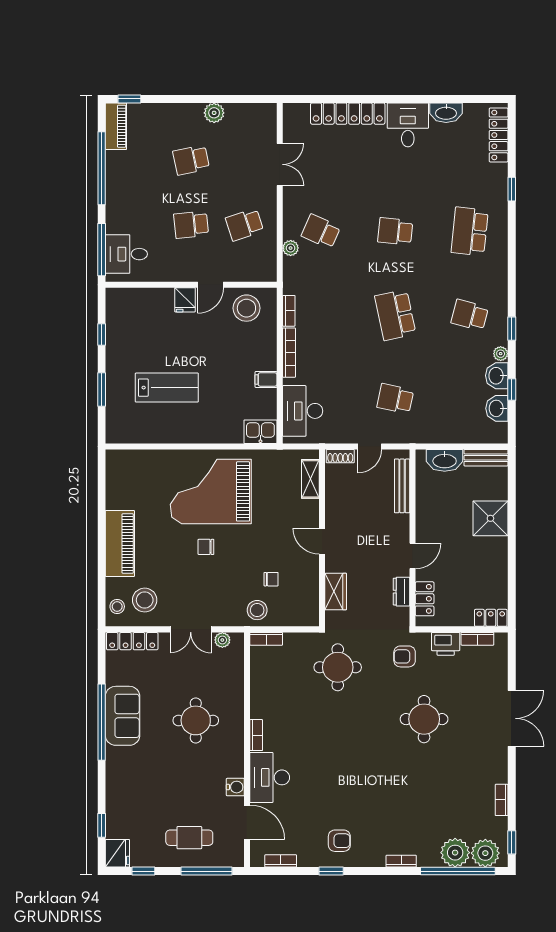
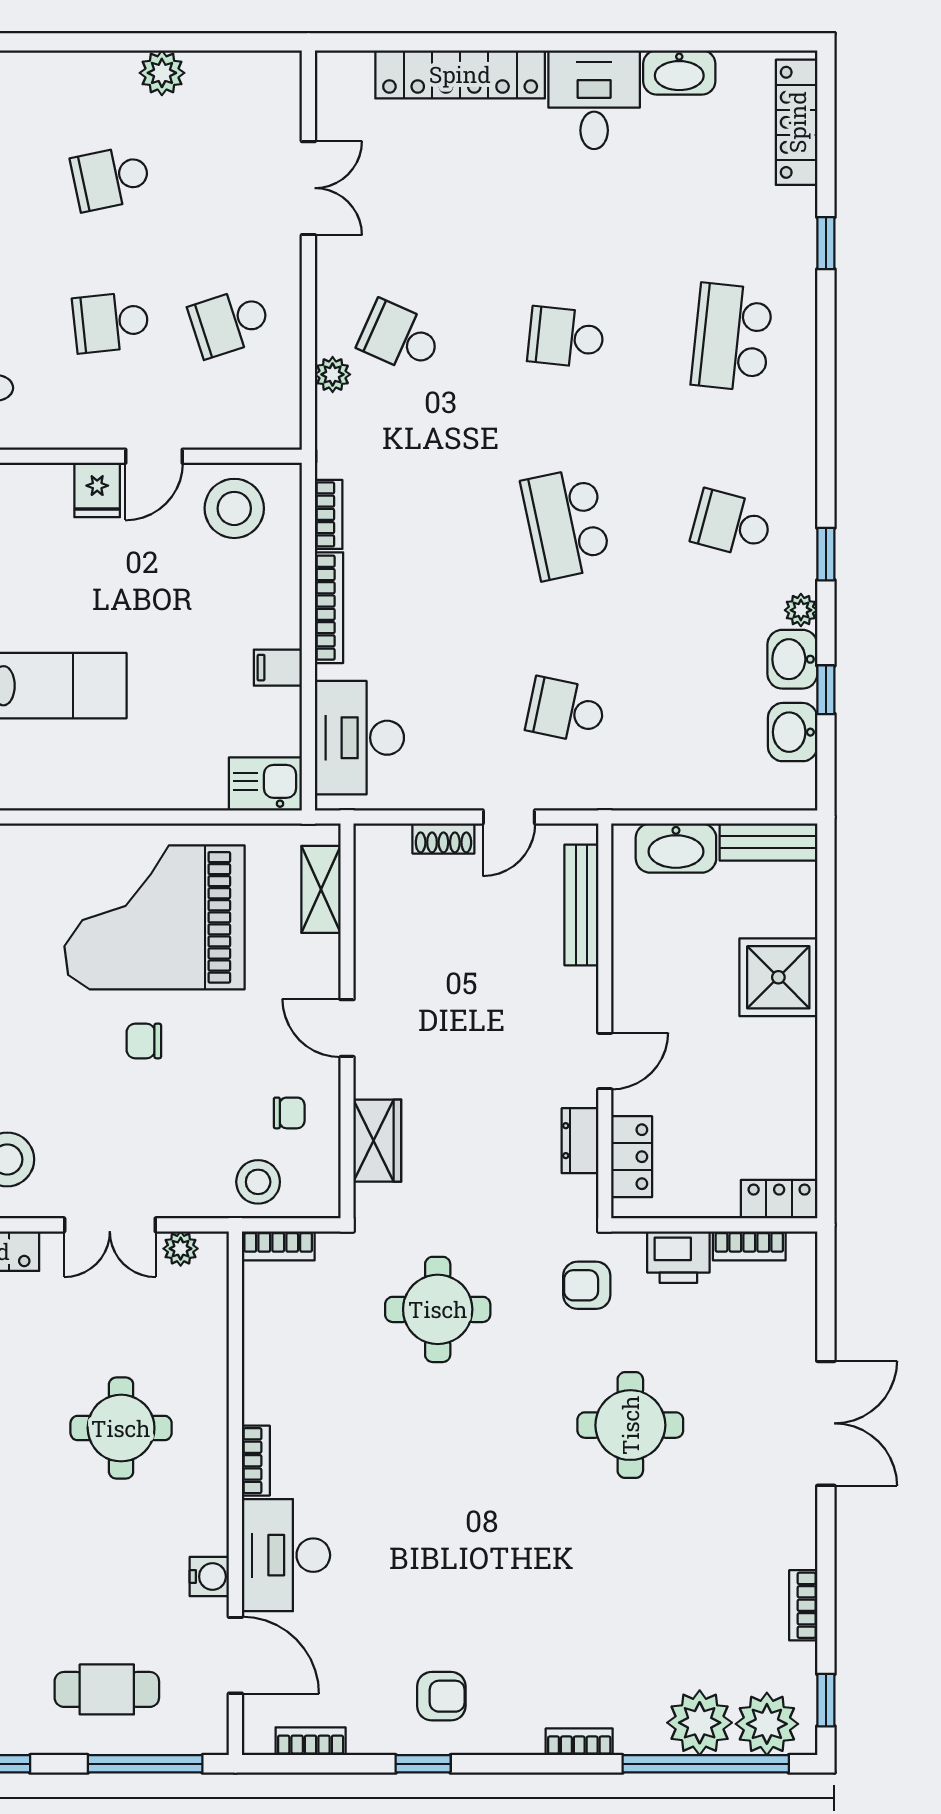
shelving: (310, 479) -> (321, 889), moved
wall: (322, 538) -> (347, 1021), moved
door: (322, 541) -> (347, 1028), moved
wardrobe: (336, 592) -> (377, 1141), moved

